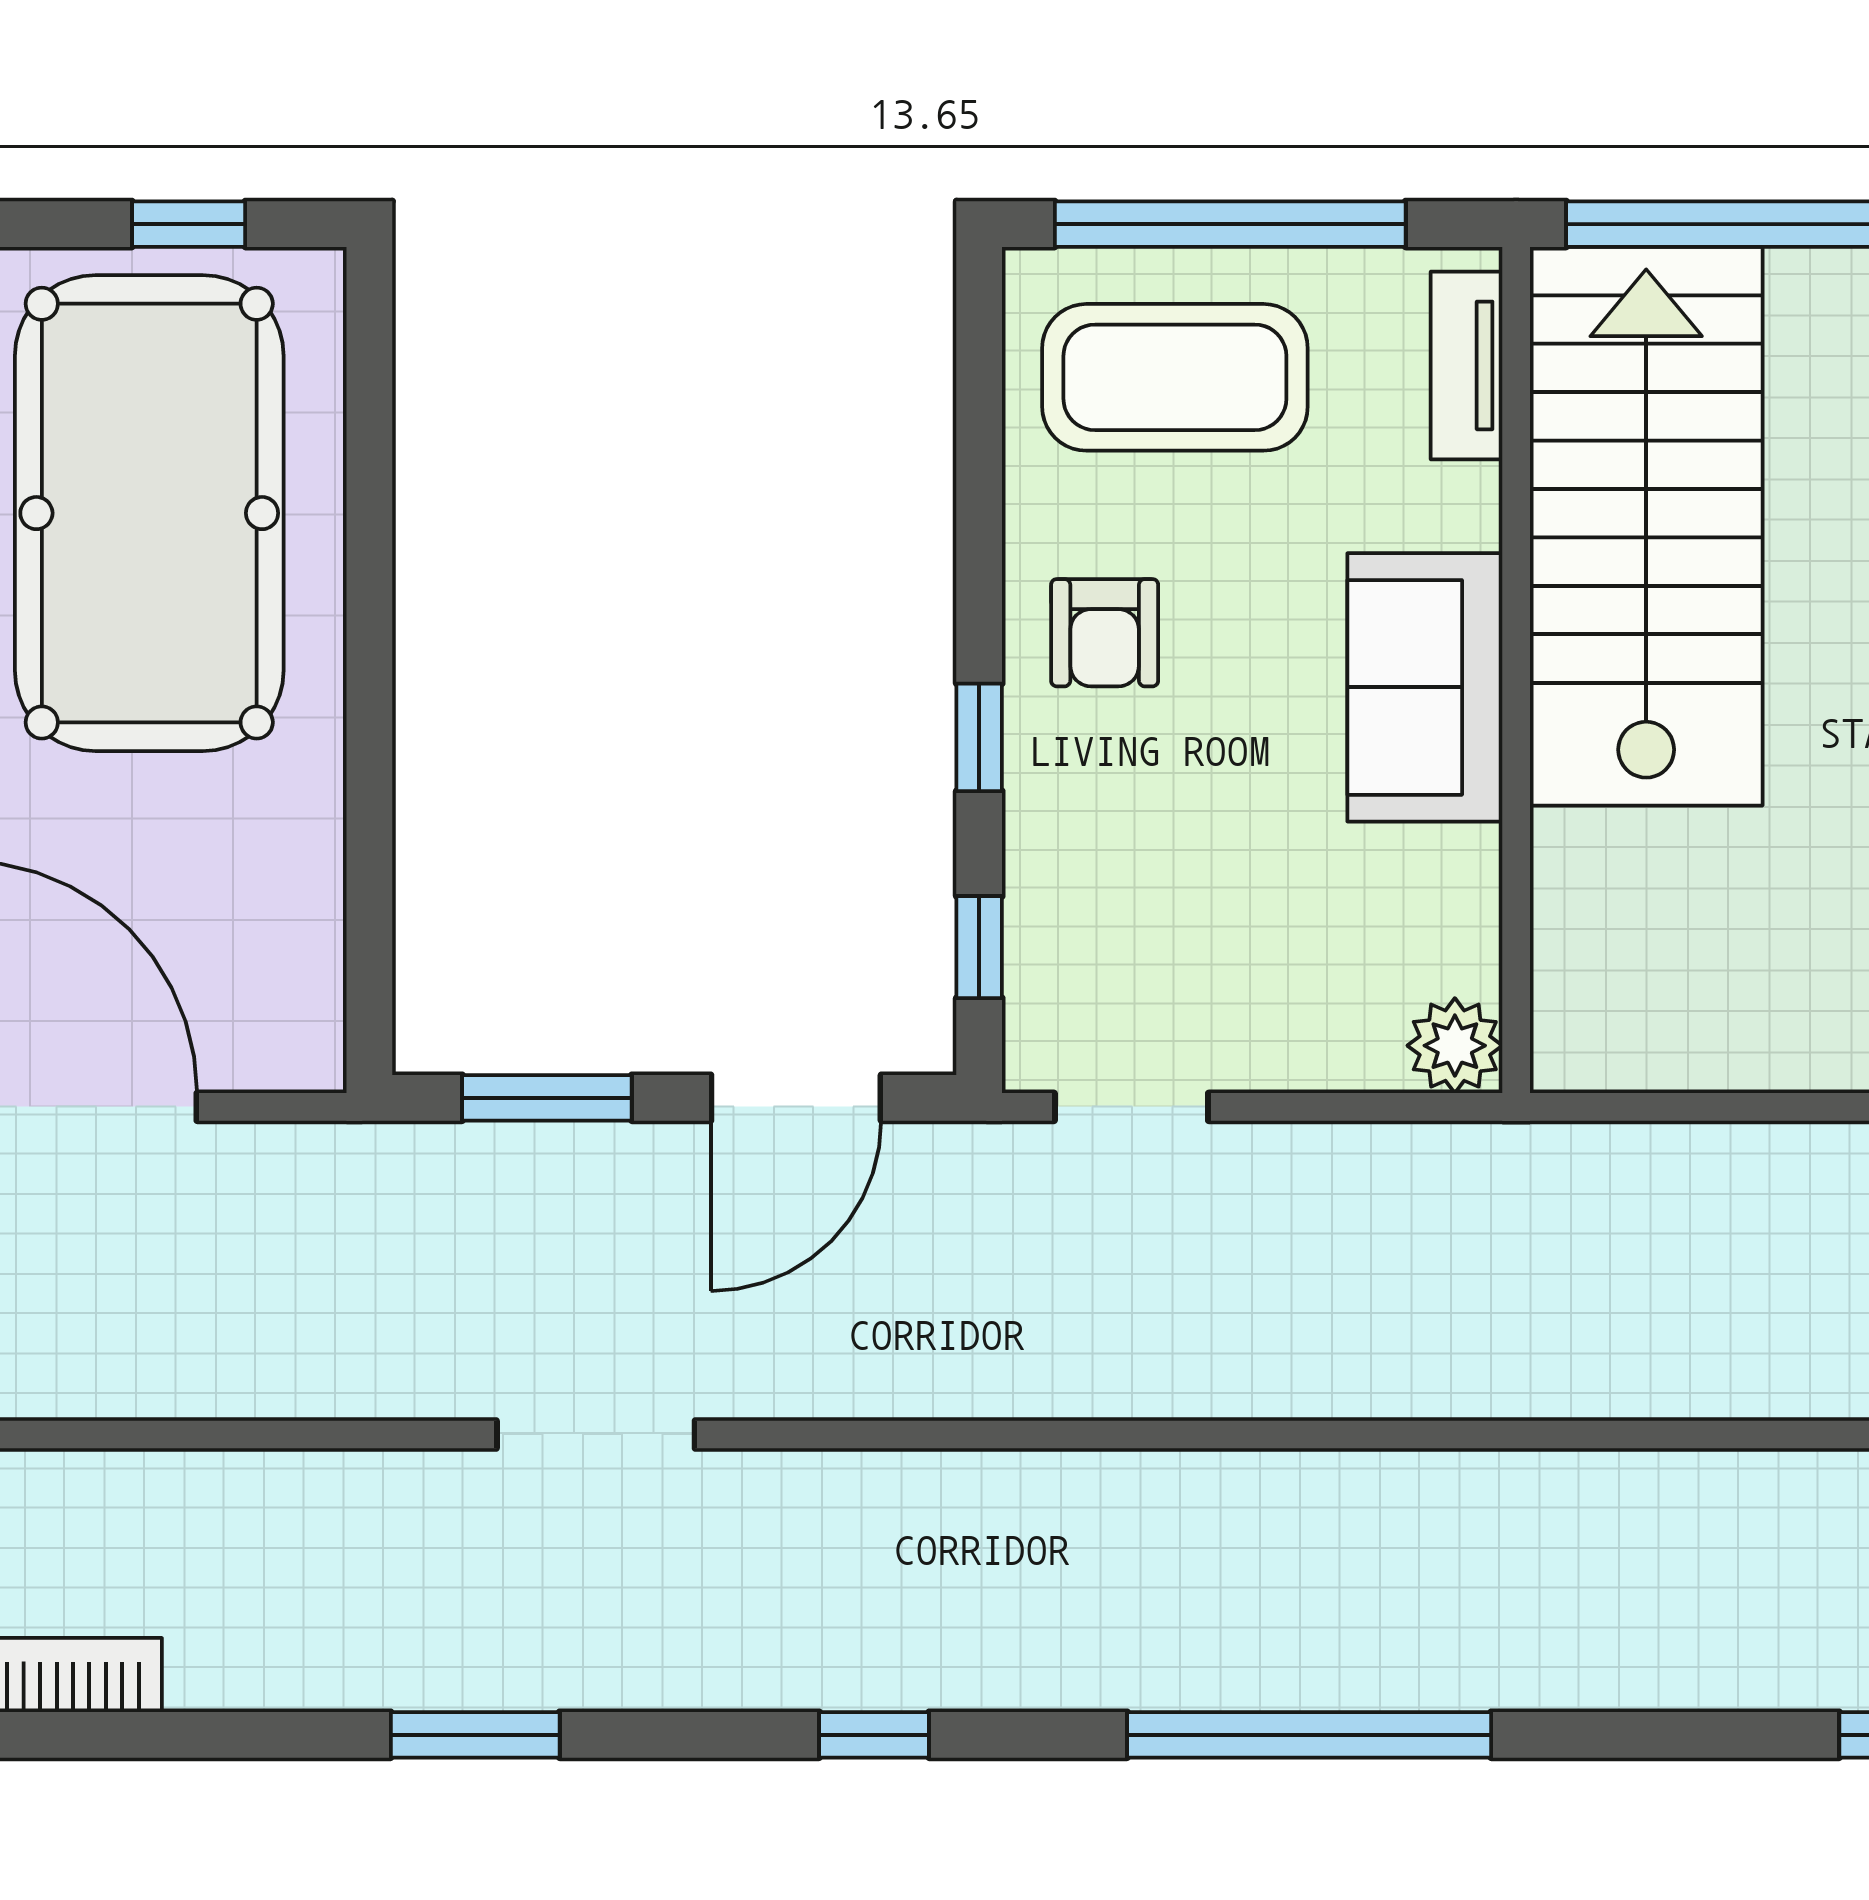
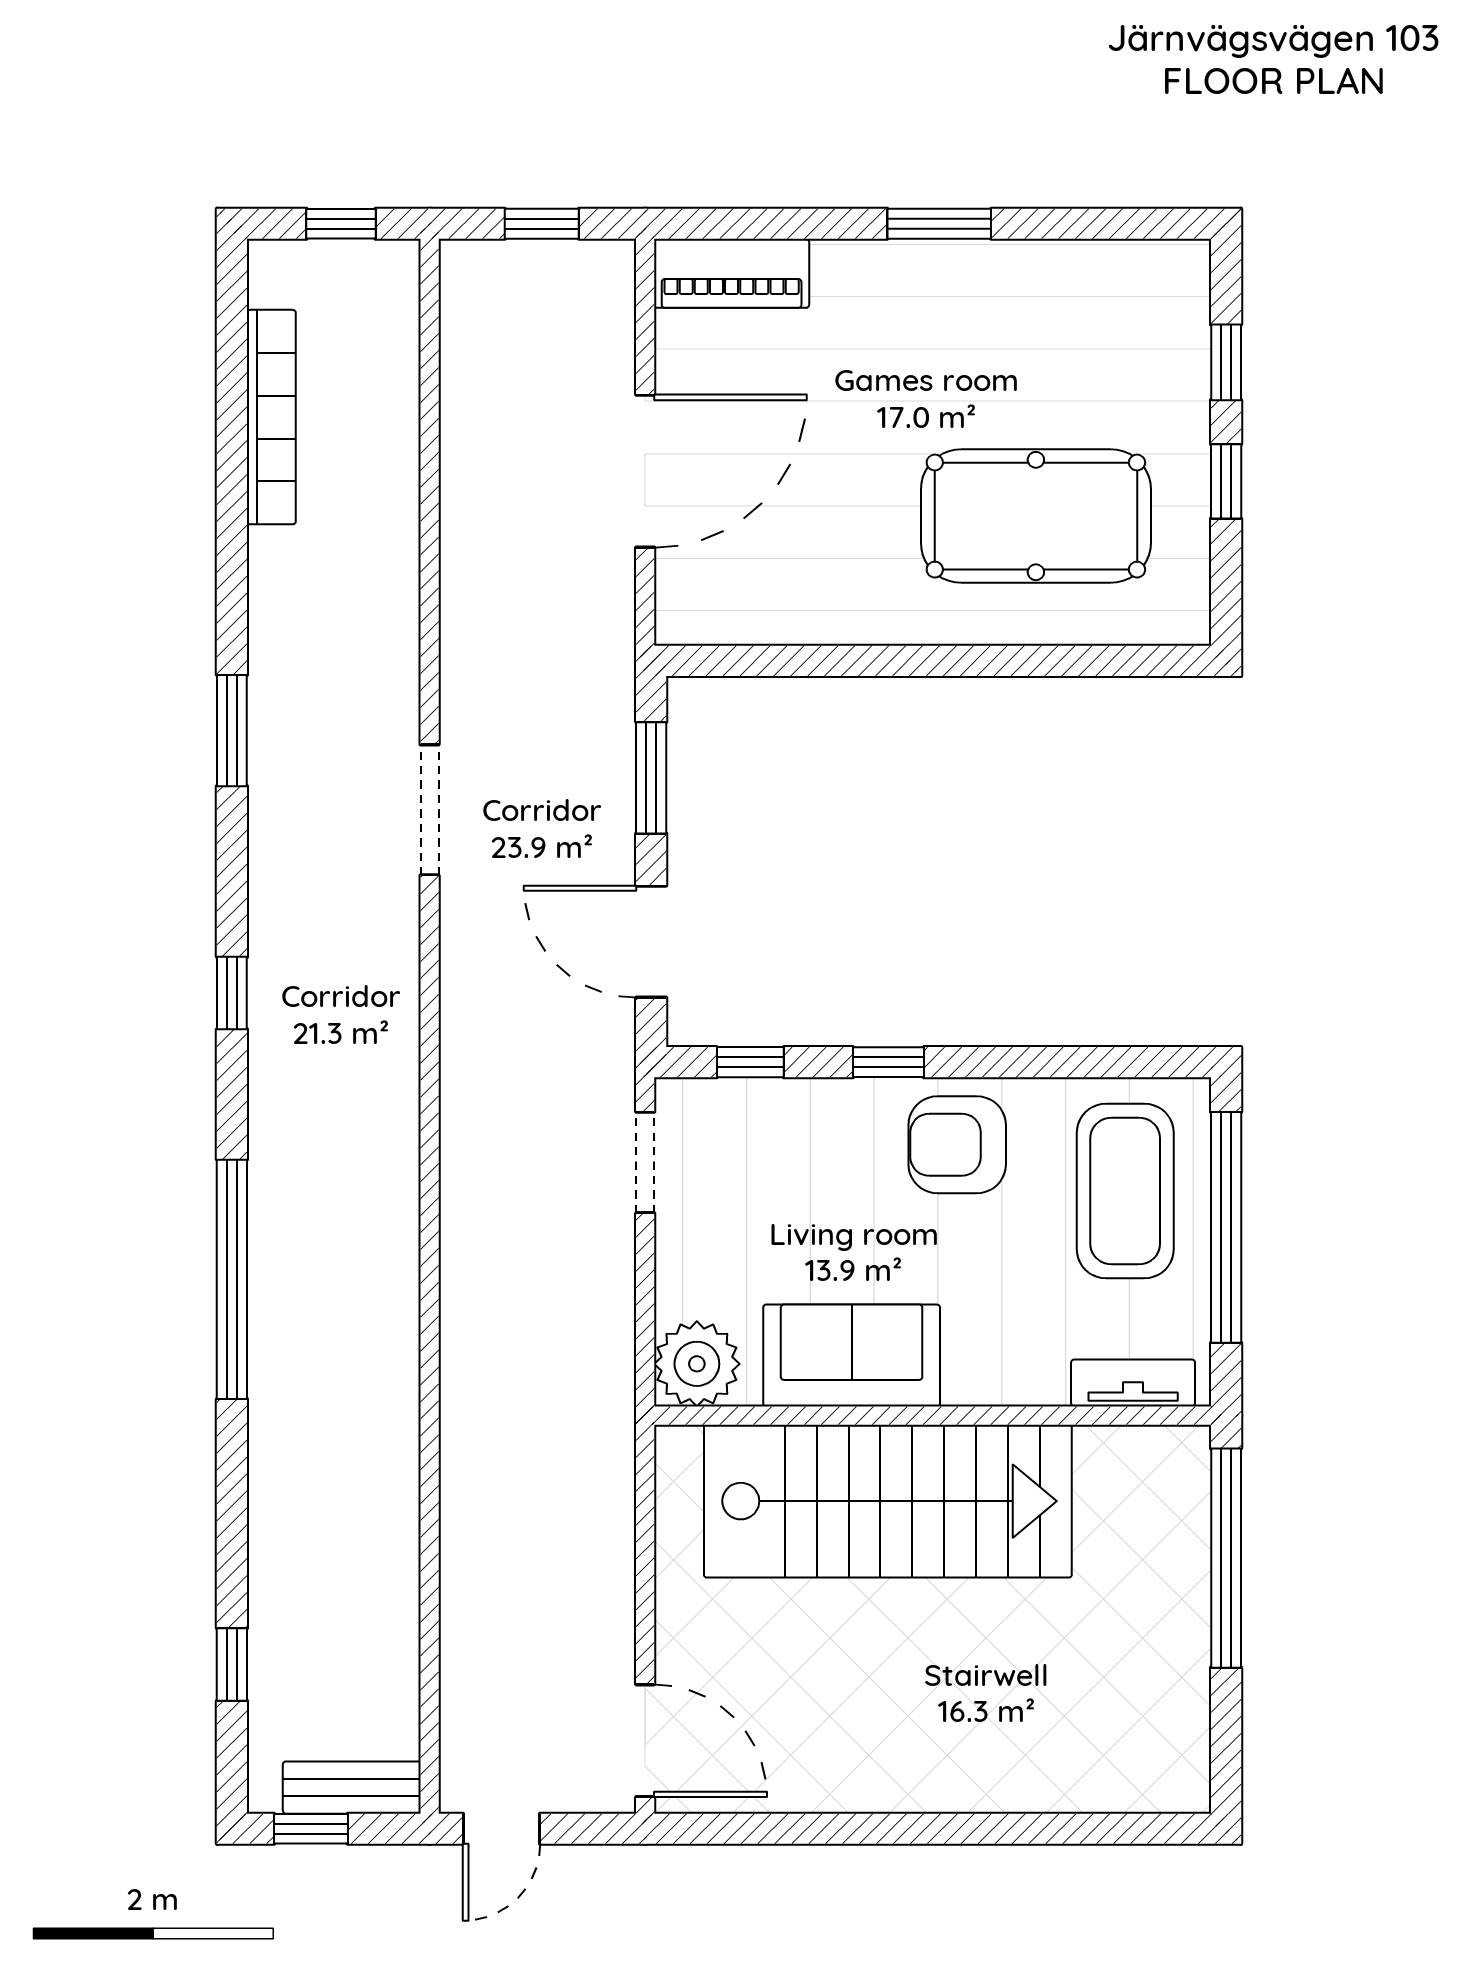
window: (189, 224) -> (1226, 481), moved
pool table: (149, 513) -> (1036, 516), width x0.73, depth x0.76
stairs: (1646, 526) -> (888, 1501), moved
armchair: (1105, 633) -> (957, 1145), width x1.38, depth x1.38
sofa: (1425, 687) -> (852, 1355), moved
plant: (1455, 1046) -> (697, 1364), width x1.36, depth x1.36

